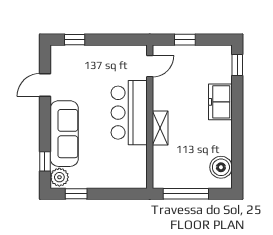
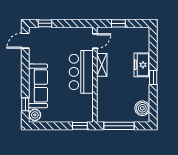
window: (237, 65) -> (153, 78), moved
door: (45, 85) -> (25, 41), moved
shelving: (160, 128) -> (102, 65), moved
window: (76, 194) -> (80, 126), moved

